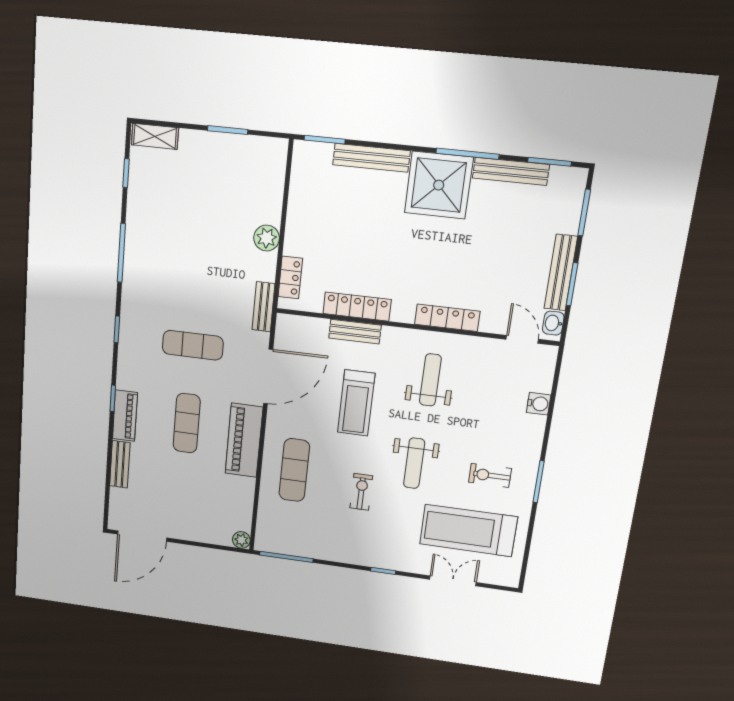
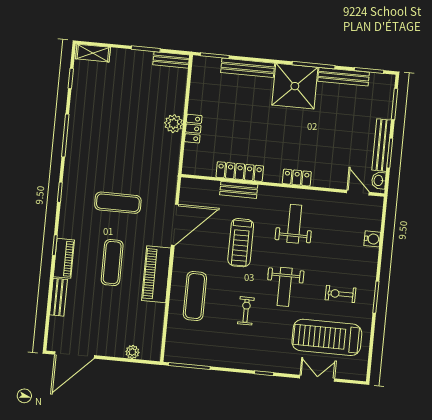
locker: (290, 277) -> (193, 129), moved
bench: (263, 307) -> (171, 60), moved, turned 90
locker: (447, 318) -> (297, 178), width x0.66
plant: (241, 540) -> (132, 352), moved

